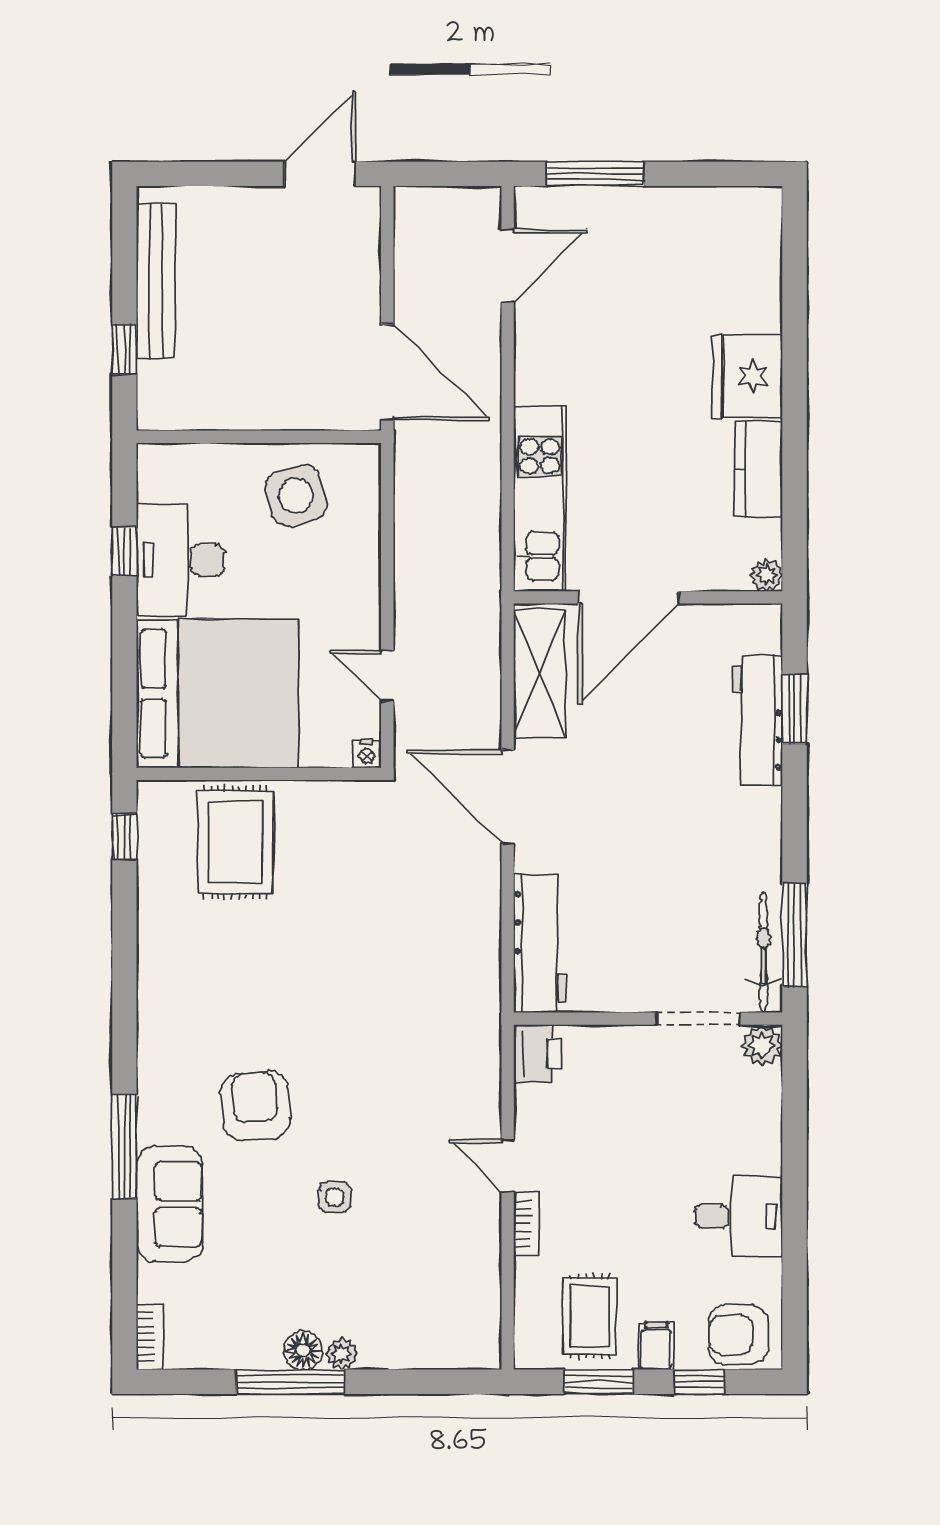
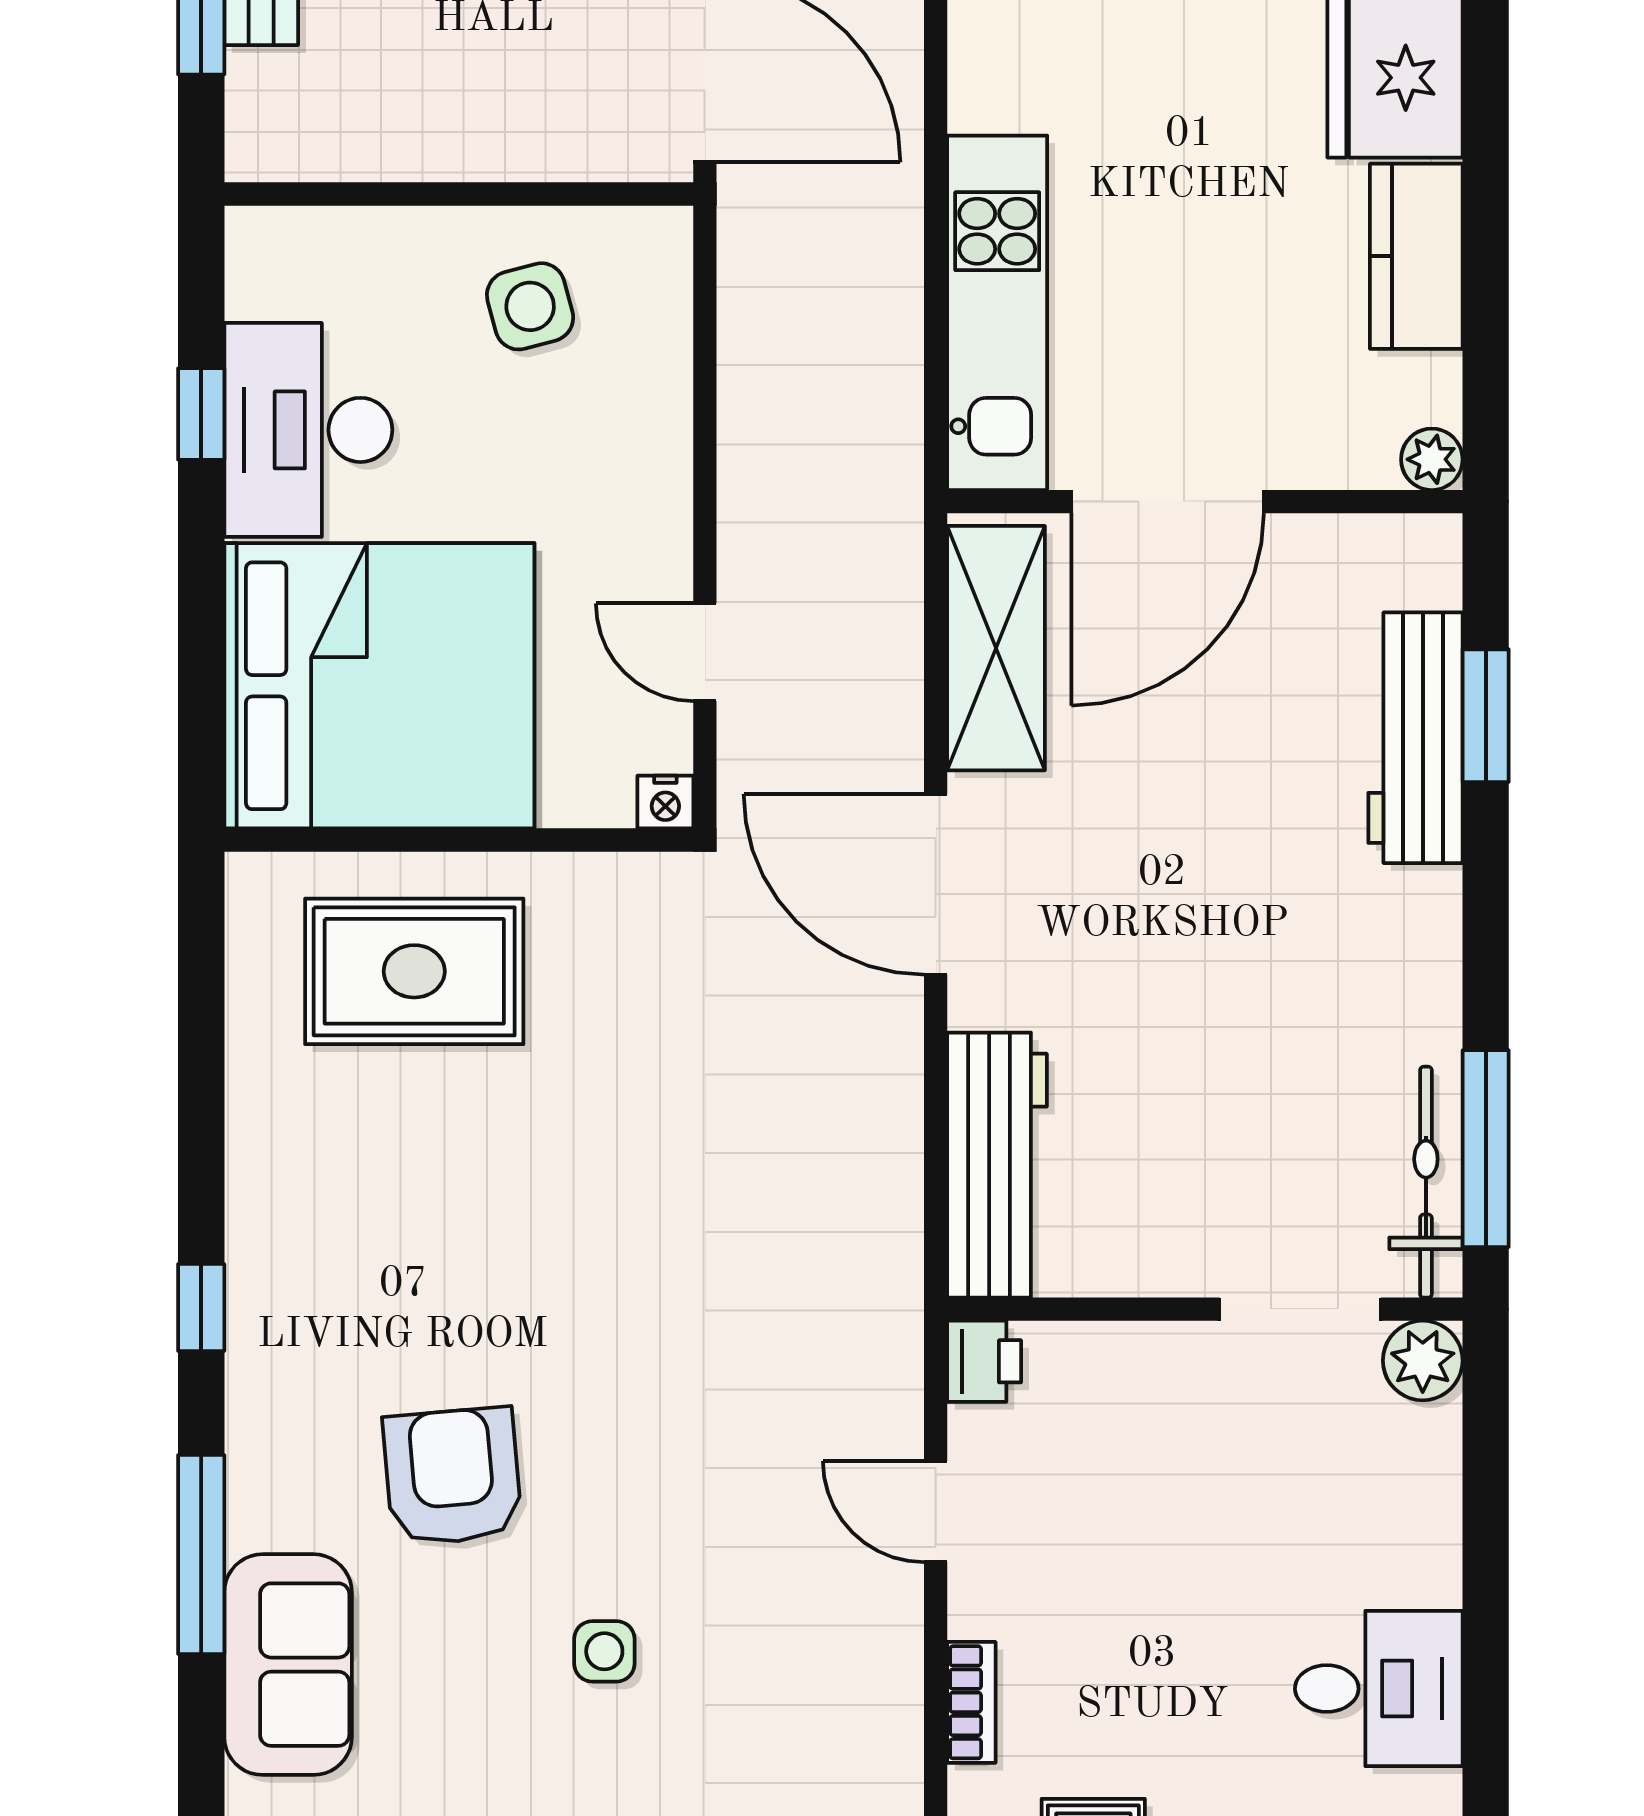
side table: (296, 495) -> (530, 306), width x0.73, depth x0.73
window: (124, 837) -> (201, 1308), moved
rug: (236, 842) -> (414, 971), turned 90
printer: (538, 1054) -> (984, 1361), width x0.73, depth x0.81
door: (508, 1166) -> (936, 1512), moved

